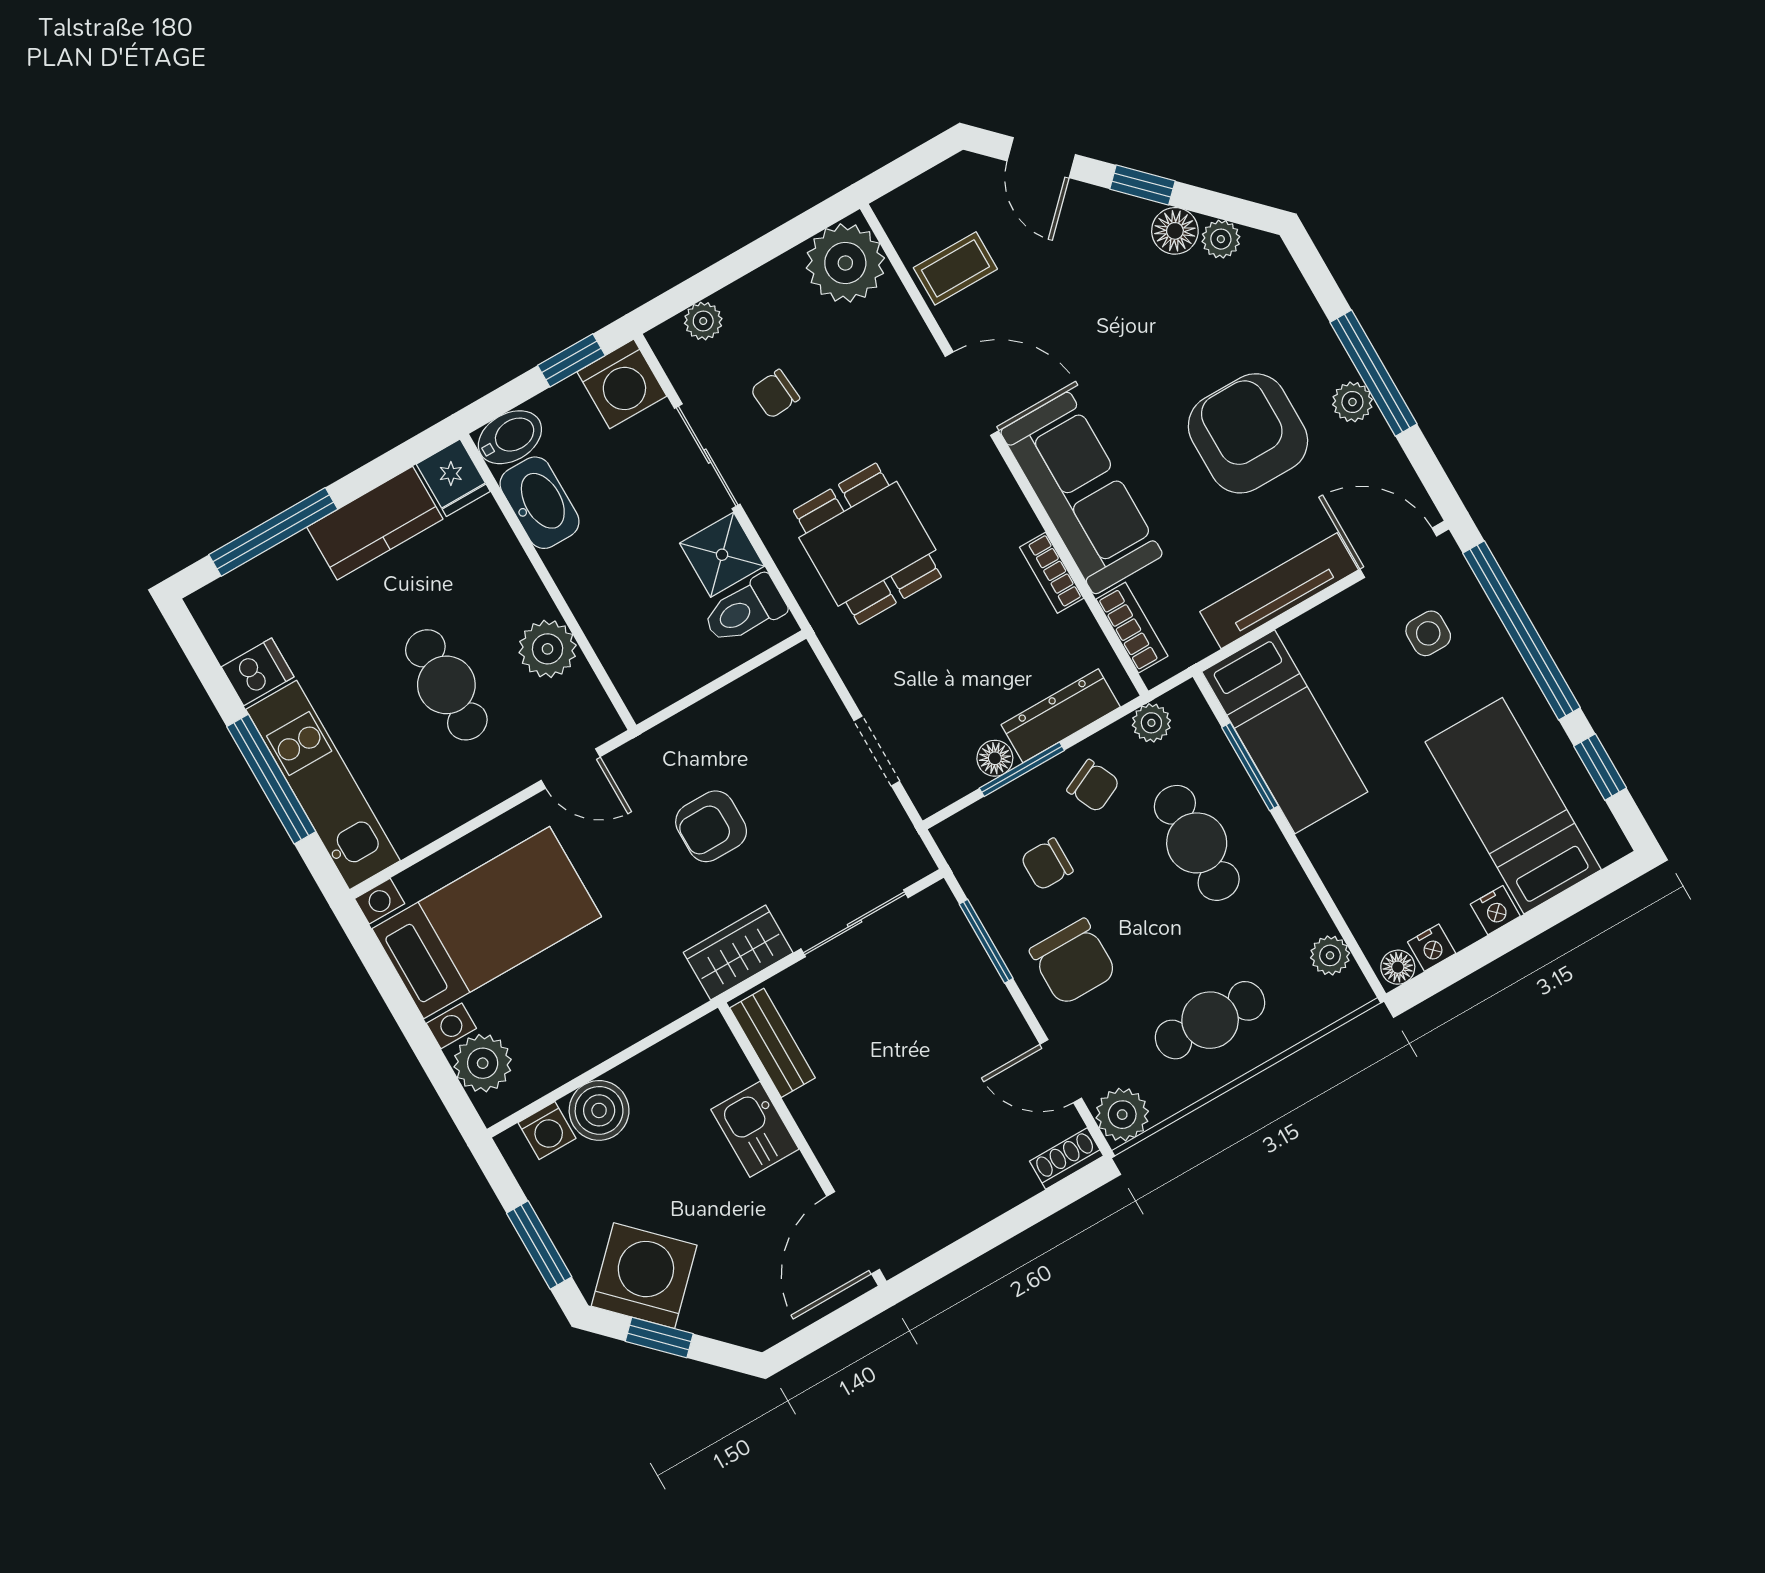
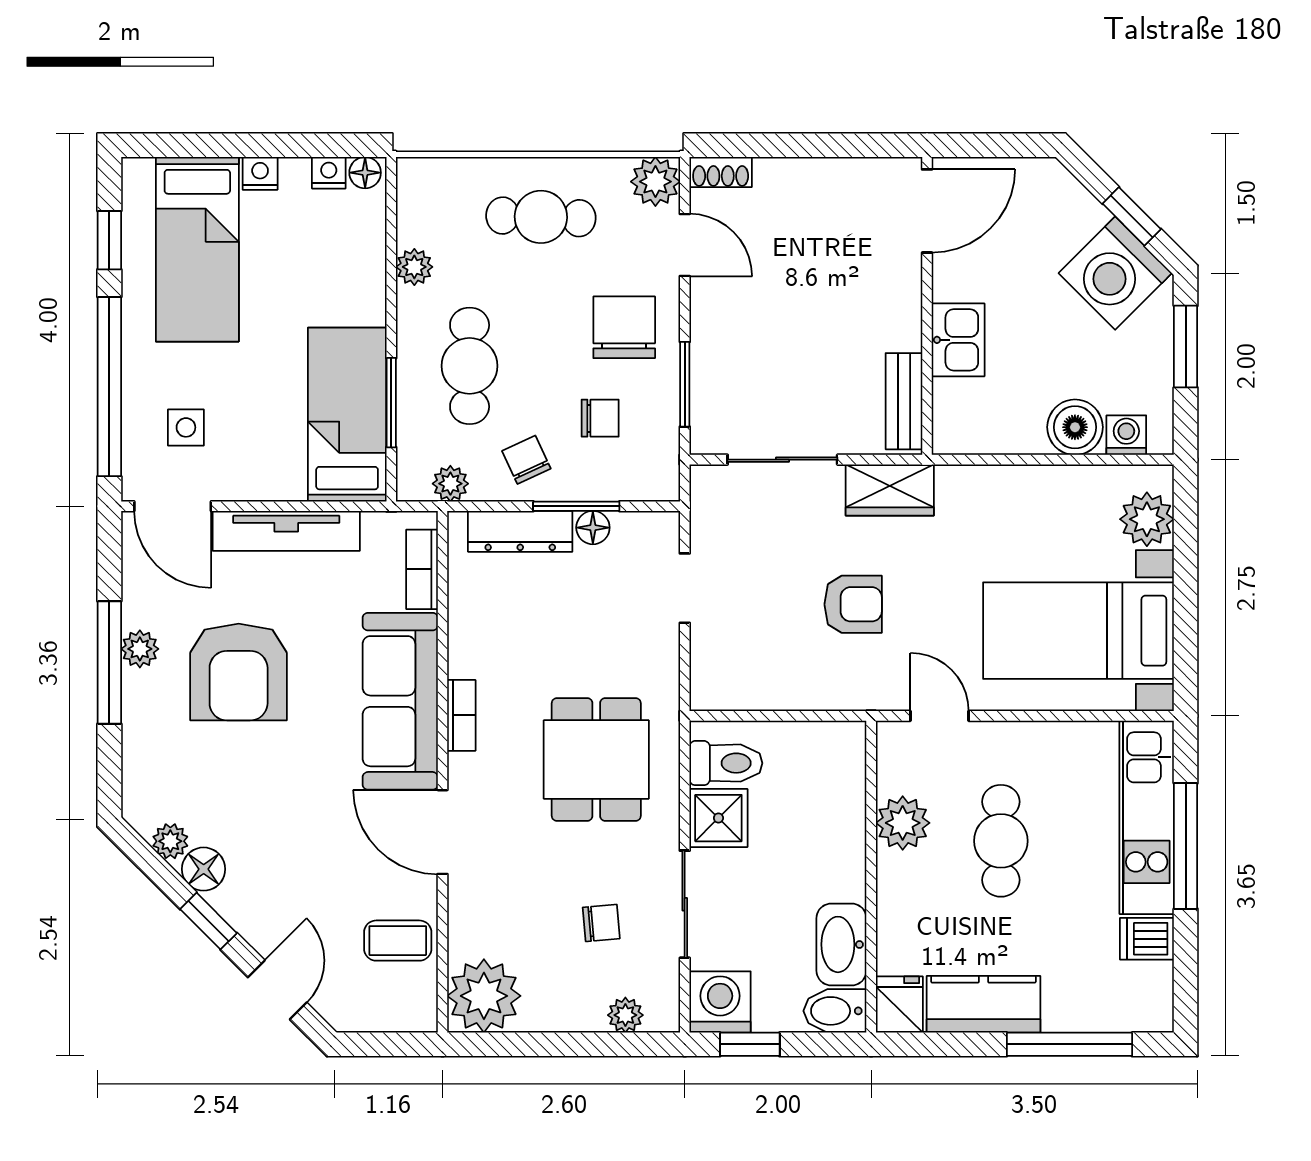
bookcase: (1052, 573) -> (461, 715), moved
plant: (1330, 955) -> (414, 267), moved

